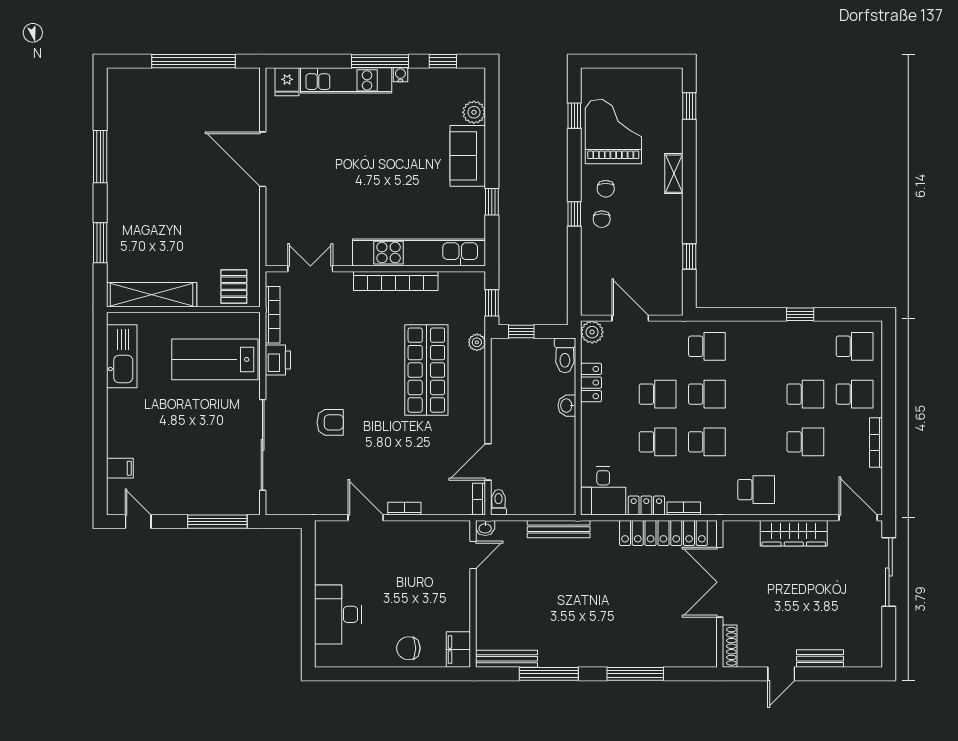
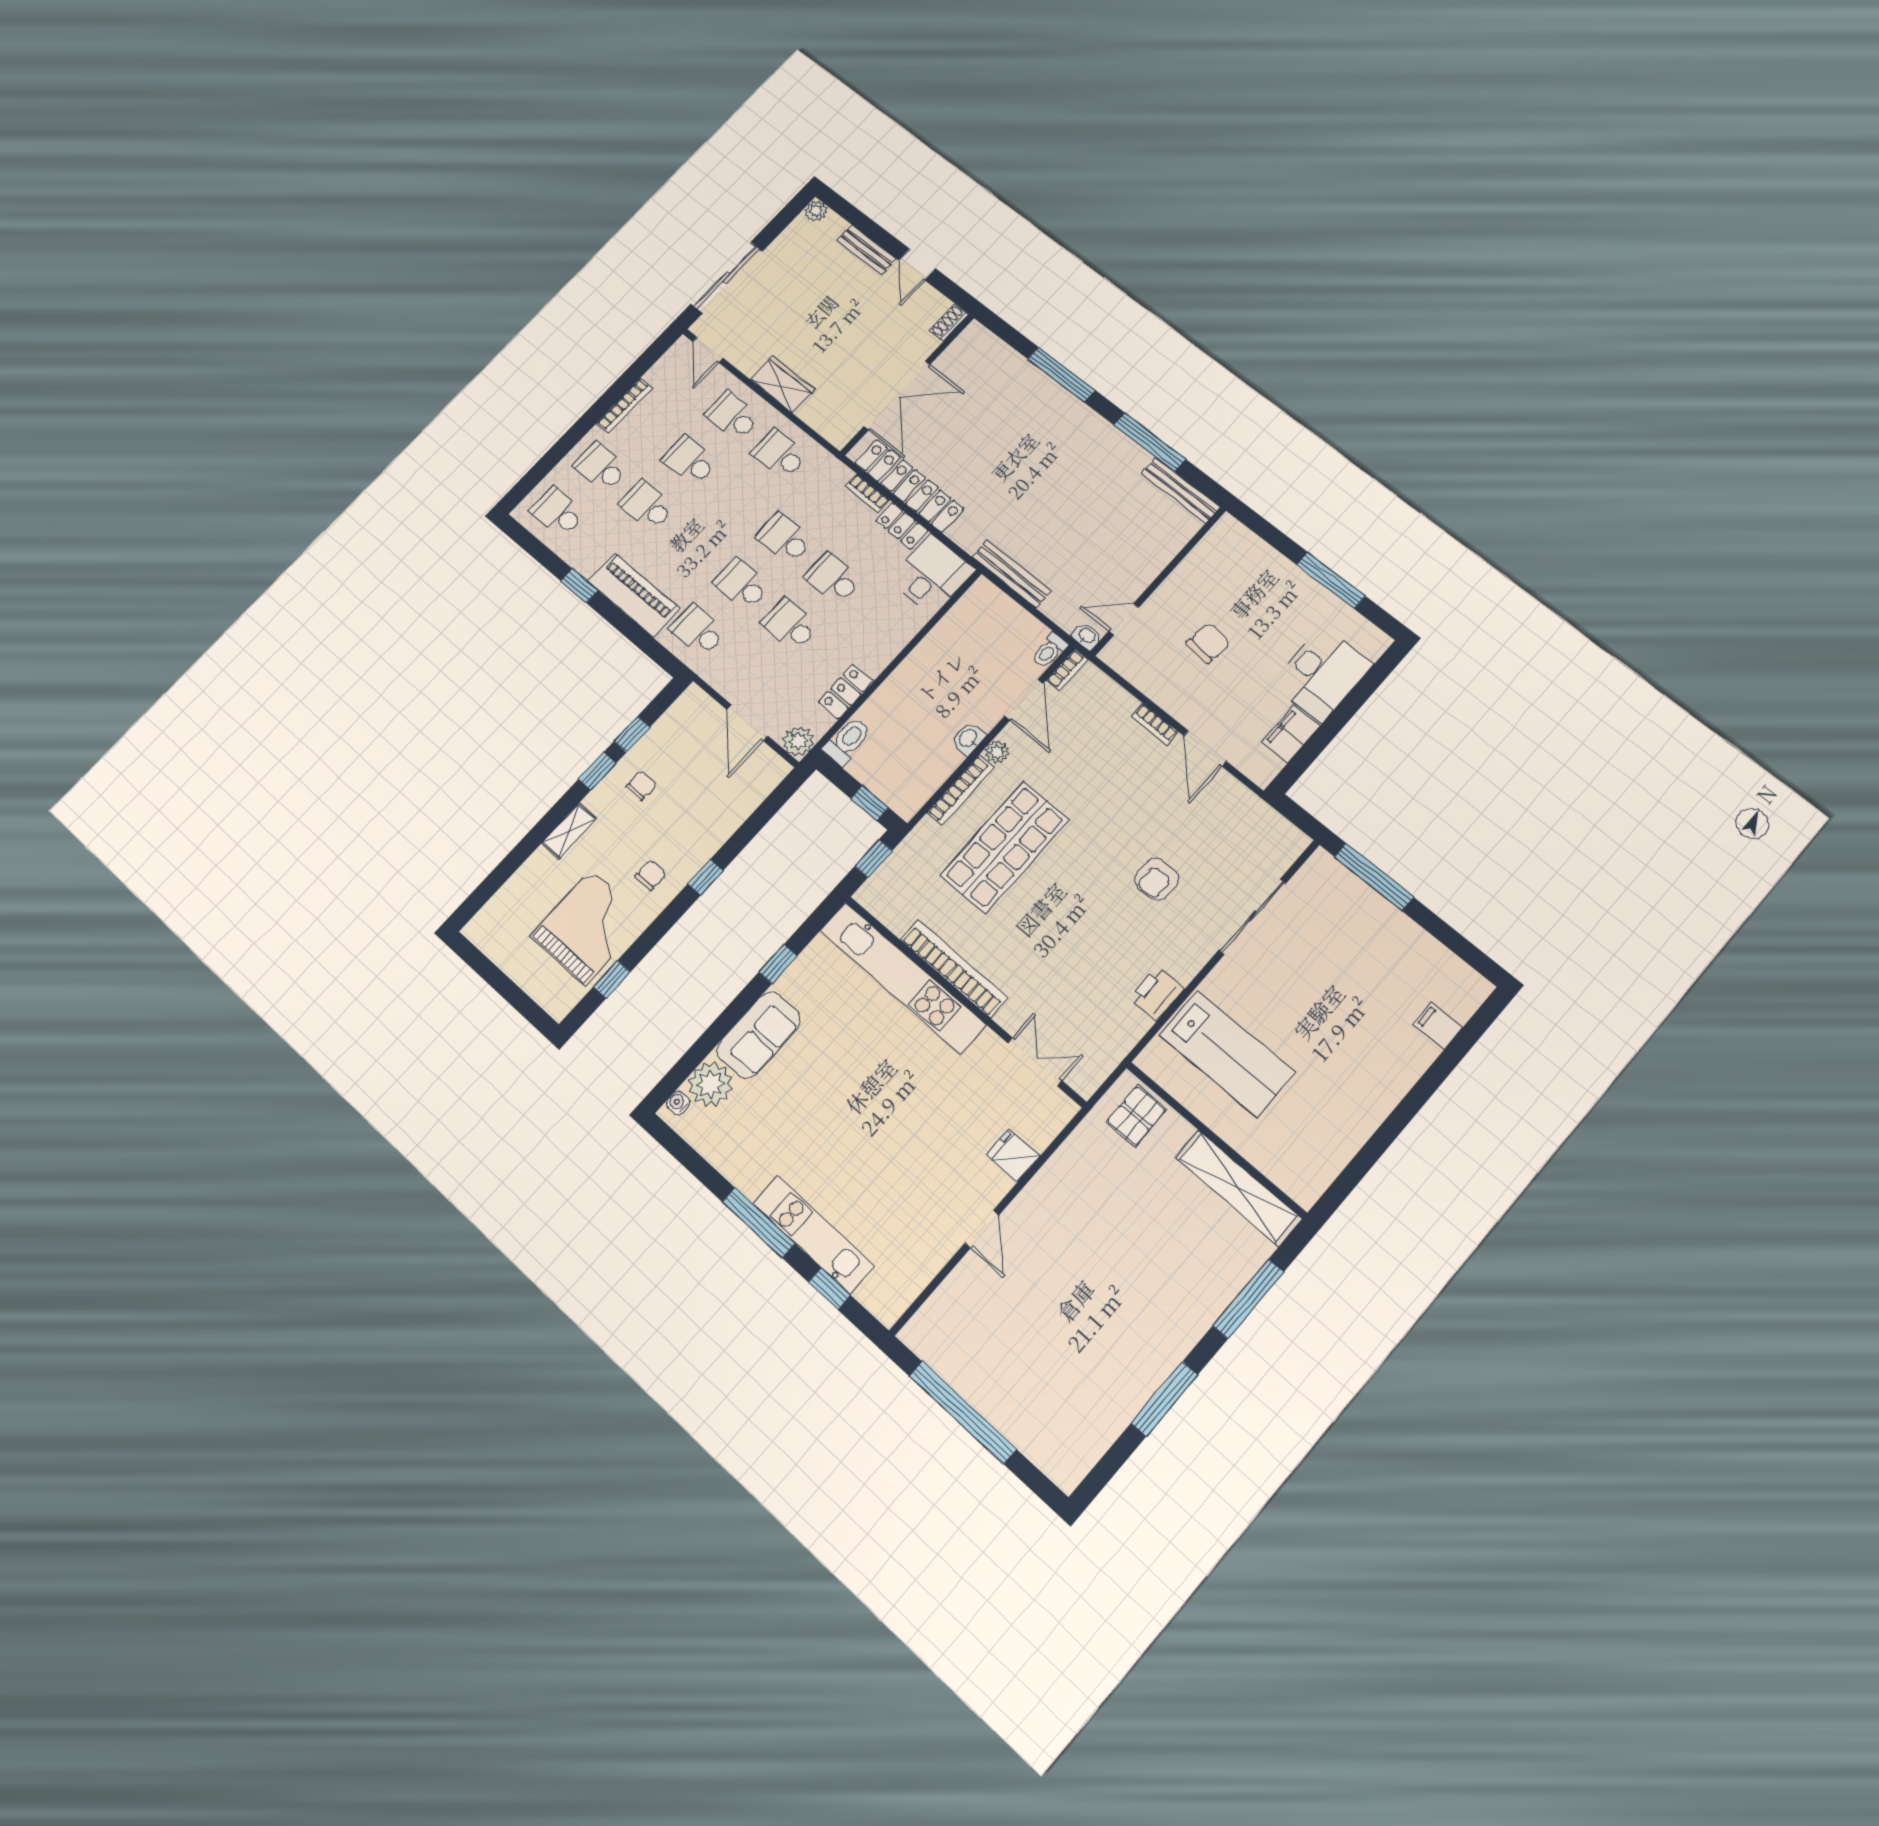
window: (443, 61) -> (829, 1289), moved
water cooler: (400, 75) -> (678, 1103), moved, turned 90
fridge: (287, 82) -> (1013, 1155), moved, turned -90
window: (689, 106) -> (597, 771), moved
plant: (474, 112) -> (711, 1084), width x1.36, depth x1.36
grand piano: (613, 132) -> (588, 927), turned 180
door: (263, 159) -> (982, 1229), width x0.53
chair: (602, 219) -> (641, 785), moved
window: (100, 243) -> (1248, 1299), width x1.44
double door: (310, 269) -> (1035, 1062), swing flipped
bookcase: (273, 315) -> (960, 790), moved, turned 180
piano: (763, 336) -> (634, 595), added
plant: (477, 342) -> (997, 752), moved
kitchen sink: (122, 356) -> (1331, 1148), removed
washbasin: (567, 406) -> (968, 738), moved, turned 180
armchair: (330, 422) -> (1157, 879), turned -90
sliding door: (263, 445) -> (1252, 917), width x0.73
door: (488, 462) -> (1024, 700), hinge flipped
school desk: (805, 490) -> (733, 416), added
door: (858, 518) -> (708, 350), width x0.73
door: (138, 522) -> (1465, 950), removed
wardrobe: (794, 533) -> (782, 384), width x0.67
shoe rack: (730, 646) -> (949, 322), width x0.70
chair: (408, 648) -> (1208, 643), moved, turned -83
filing cabinet: (458, 650) -> (1291, 734), moved, turned 180
plant: (873, 659) -> (816, 211), added
window: (378, 674) -> (1331, 580), added
door: (781, 674) -> (917, 264), swing flipped

